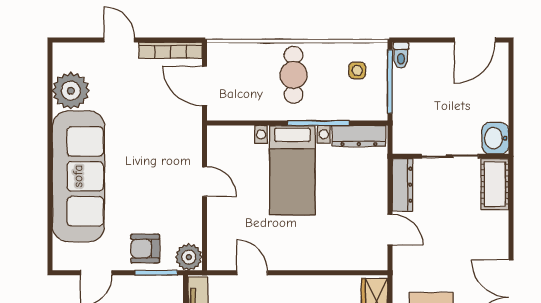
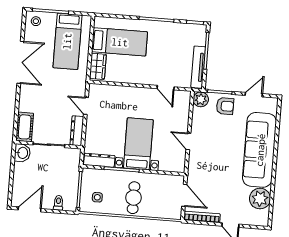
toilet: (401, 55) -> (58, 203), moved

